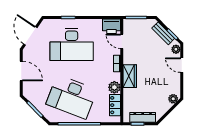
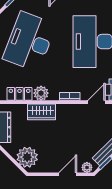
wardrobe: (130, 76) -> (41, 112), moved
plant: (173, 99) -> (27, 157), width x1.88, depth x1.88

